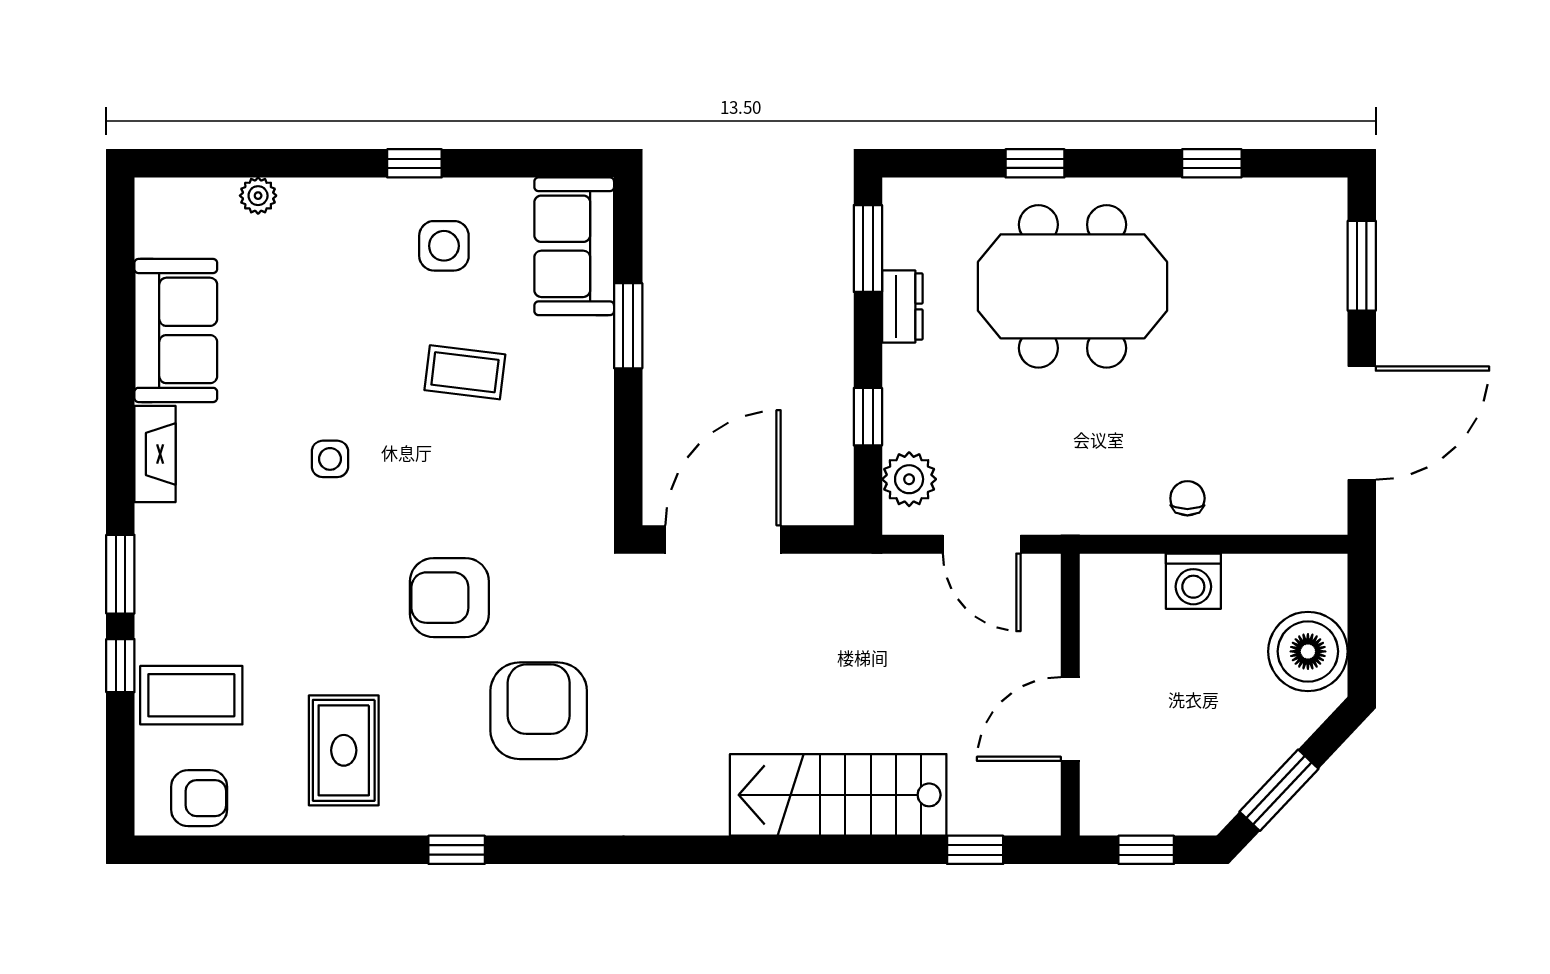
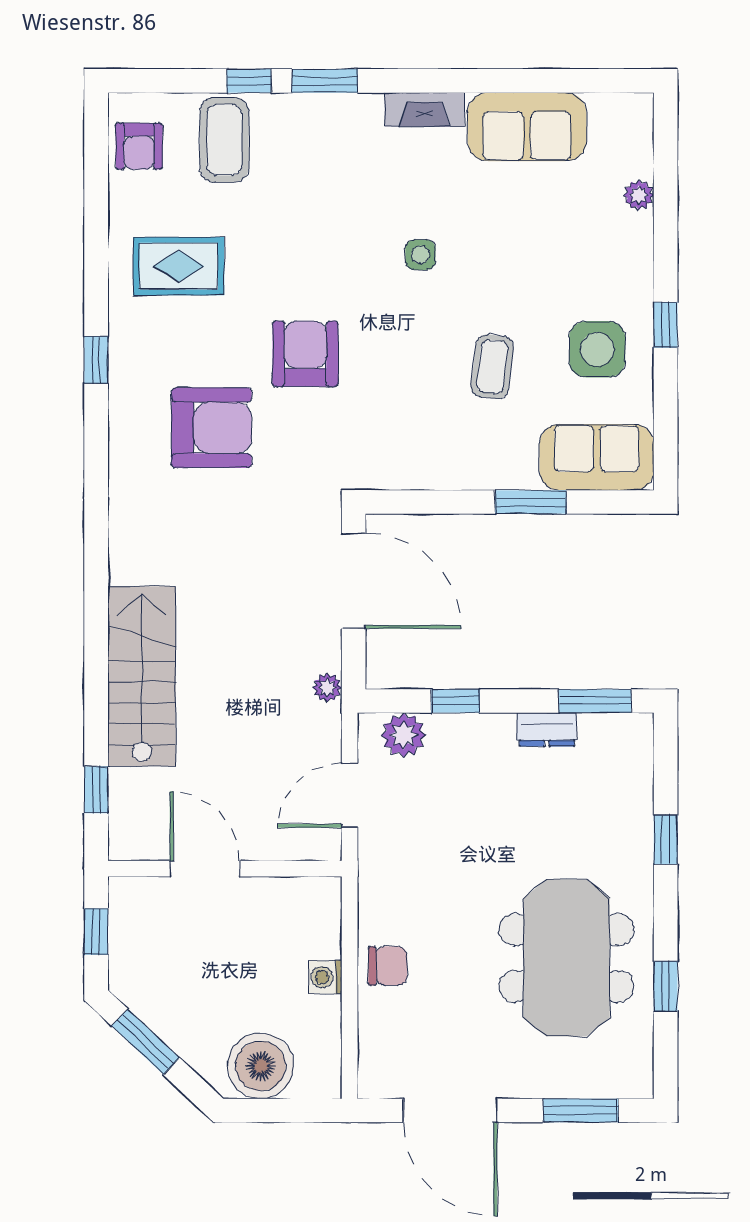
side table: (444, 246) -> (597, 349), width x1.37, depth x1.37
meeting table: (1072, 286) -> (566, 958), moved
chair: (1187, 498) -> (388, 966), width x1.37, depth x1.37
plant: (852, 571) -> (327, 688), added
washing machine: (1193, 581) -> (325, 977), width x0.73, depth x0.73

